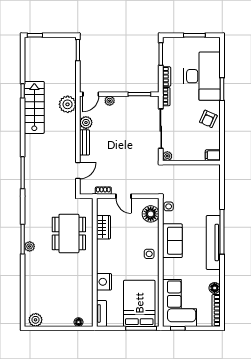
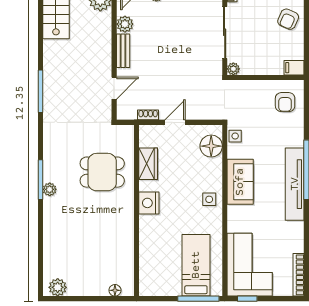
armchair: (206, 181) -> (285, 102), added
door: (124, 196) -> (175, 122), swing flipped
dining table: (69, 233) -> (102, 172), width x0.73
nightstand: (104, 282) -> (149, 203), moved
floor lamp: (215, 288) -> (297, 245), removed
bed: (139, 303) -> (196, 265), width x0.67
tv unit: (101, 313) -> (146, 279), removed

